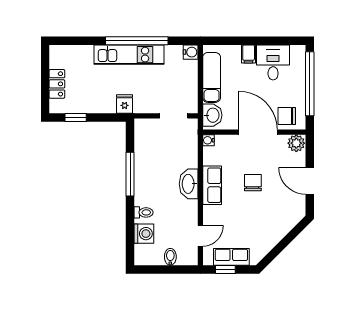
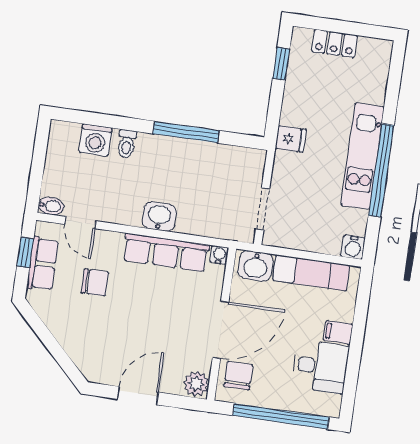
chair: (253, 183) -> (95, 282), moved
washbasin: (189, 184) -> (159, 216), width x0.72
row of seats: (212, 185) -> (166, 253), width x1.48
bidet: (170, 257) -> (51, 206), moved

